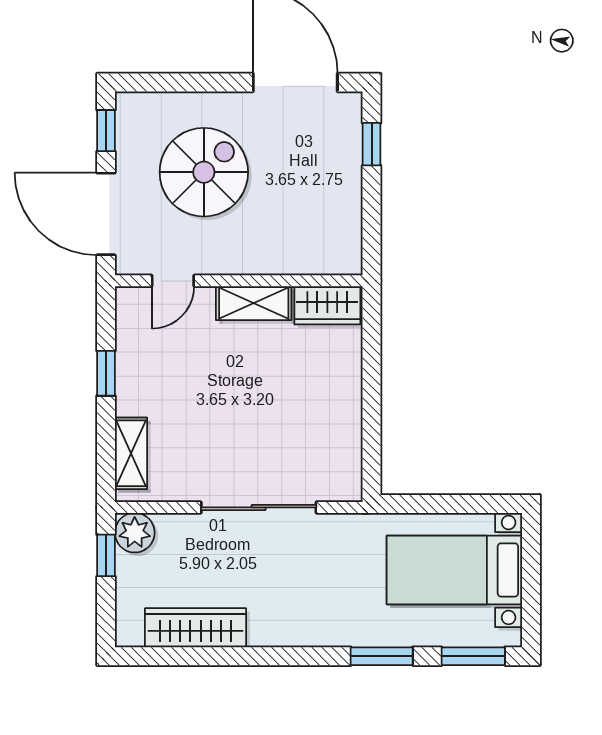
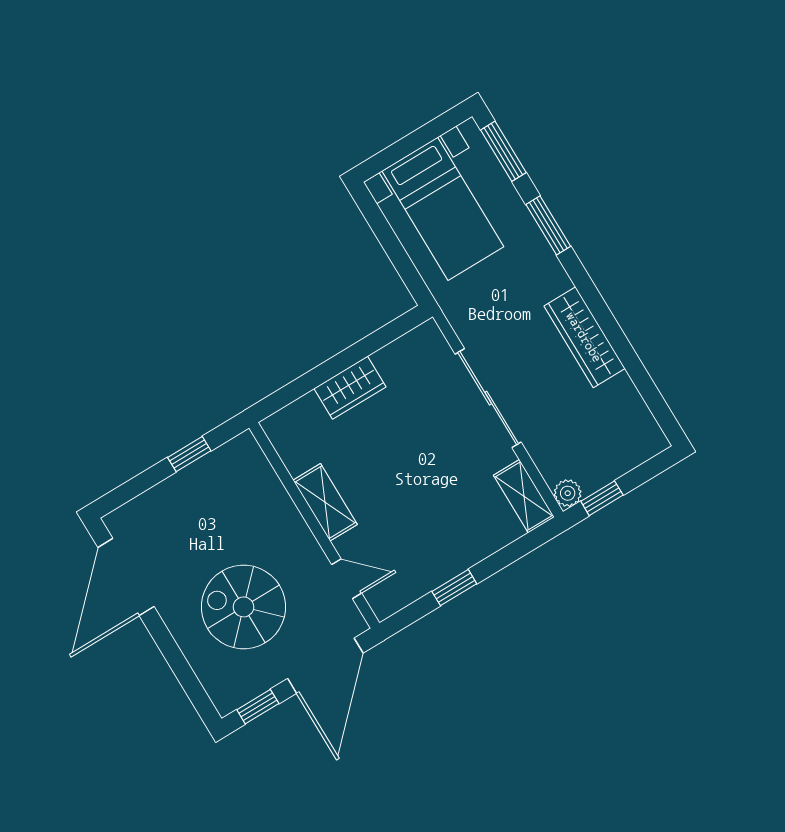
window: (372, 144) -> (189, 454), moved
wardrobe: (327, 305) -> (350, 388), moved, turned 90
shelving: (131, 453) -> (524, 496), moved, turned 90
plant: (135, 533) -> (568, 493), width x0.73, depth x0.73
wardrobe: (196, 628) -> (584, 337), moved

